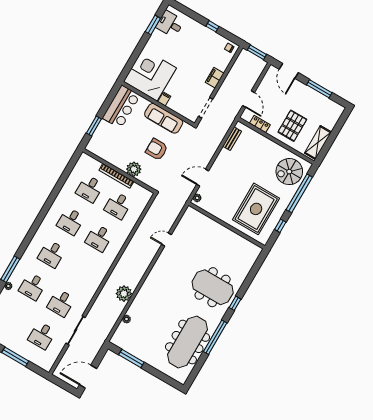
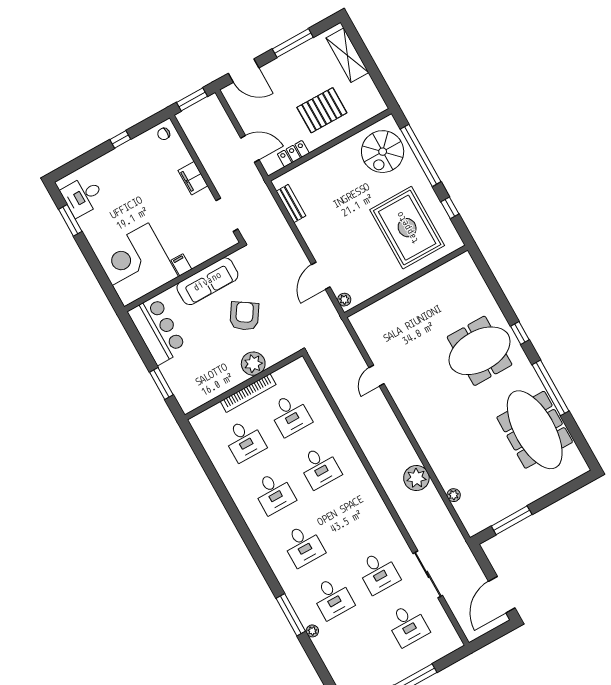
pallet: (292, 126) -> (322, 110), turned 90
shelving: (318, 143) -> (347, 55), moved
armchair: (157, 149) -> (244, 316), turned 123

